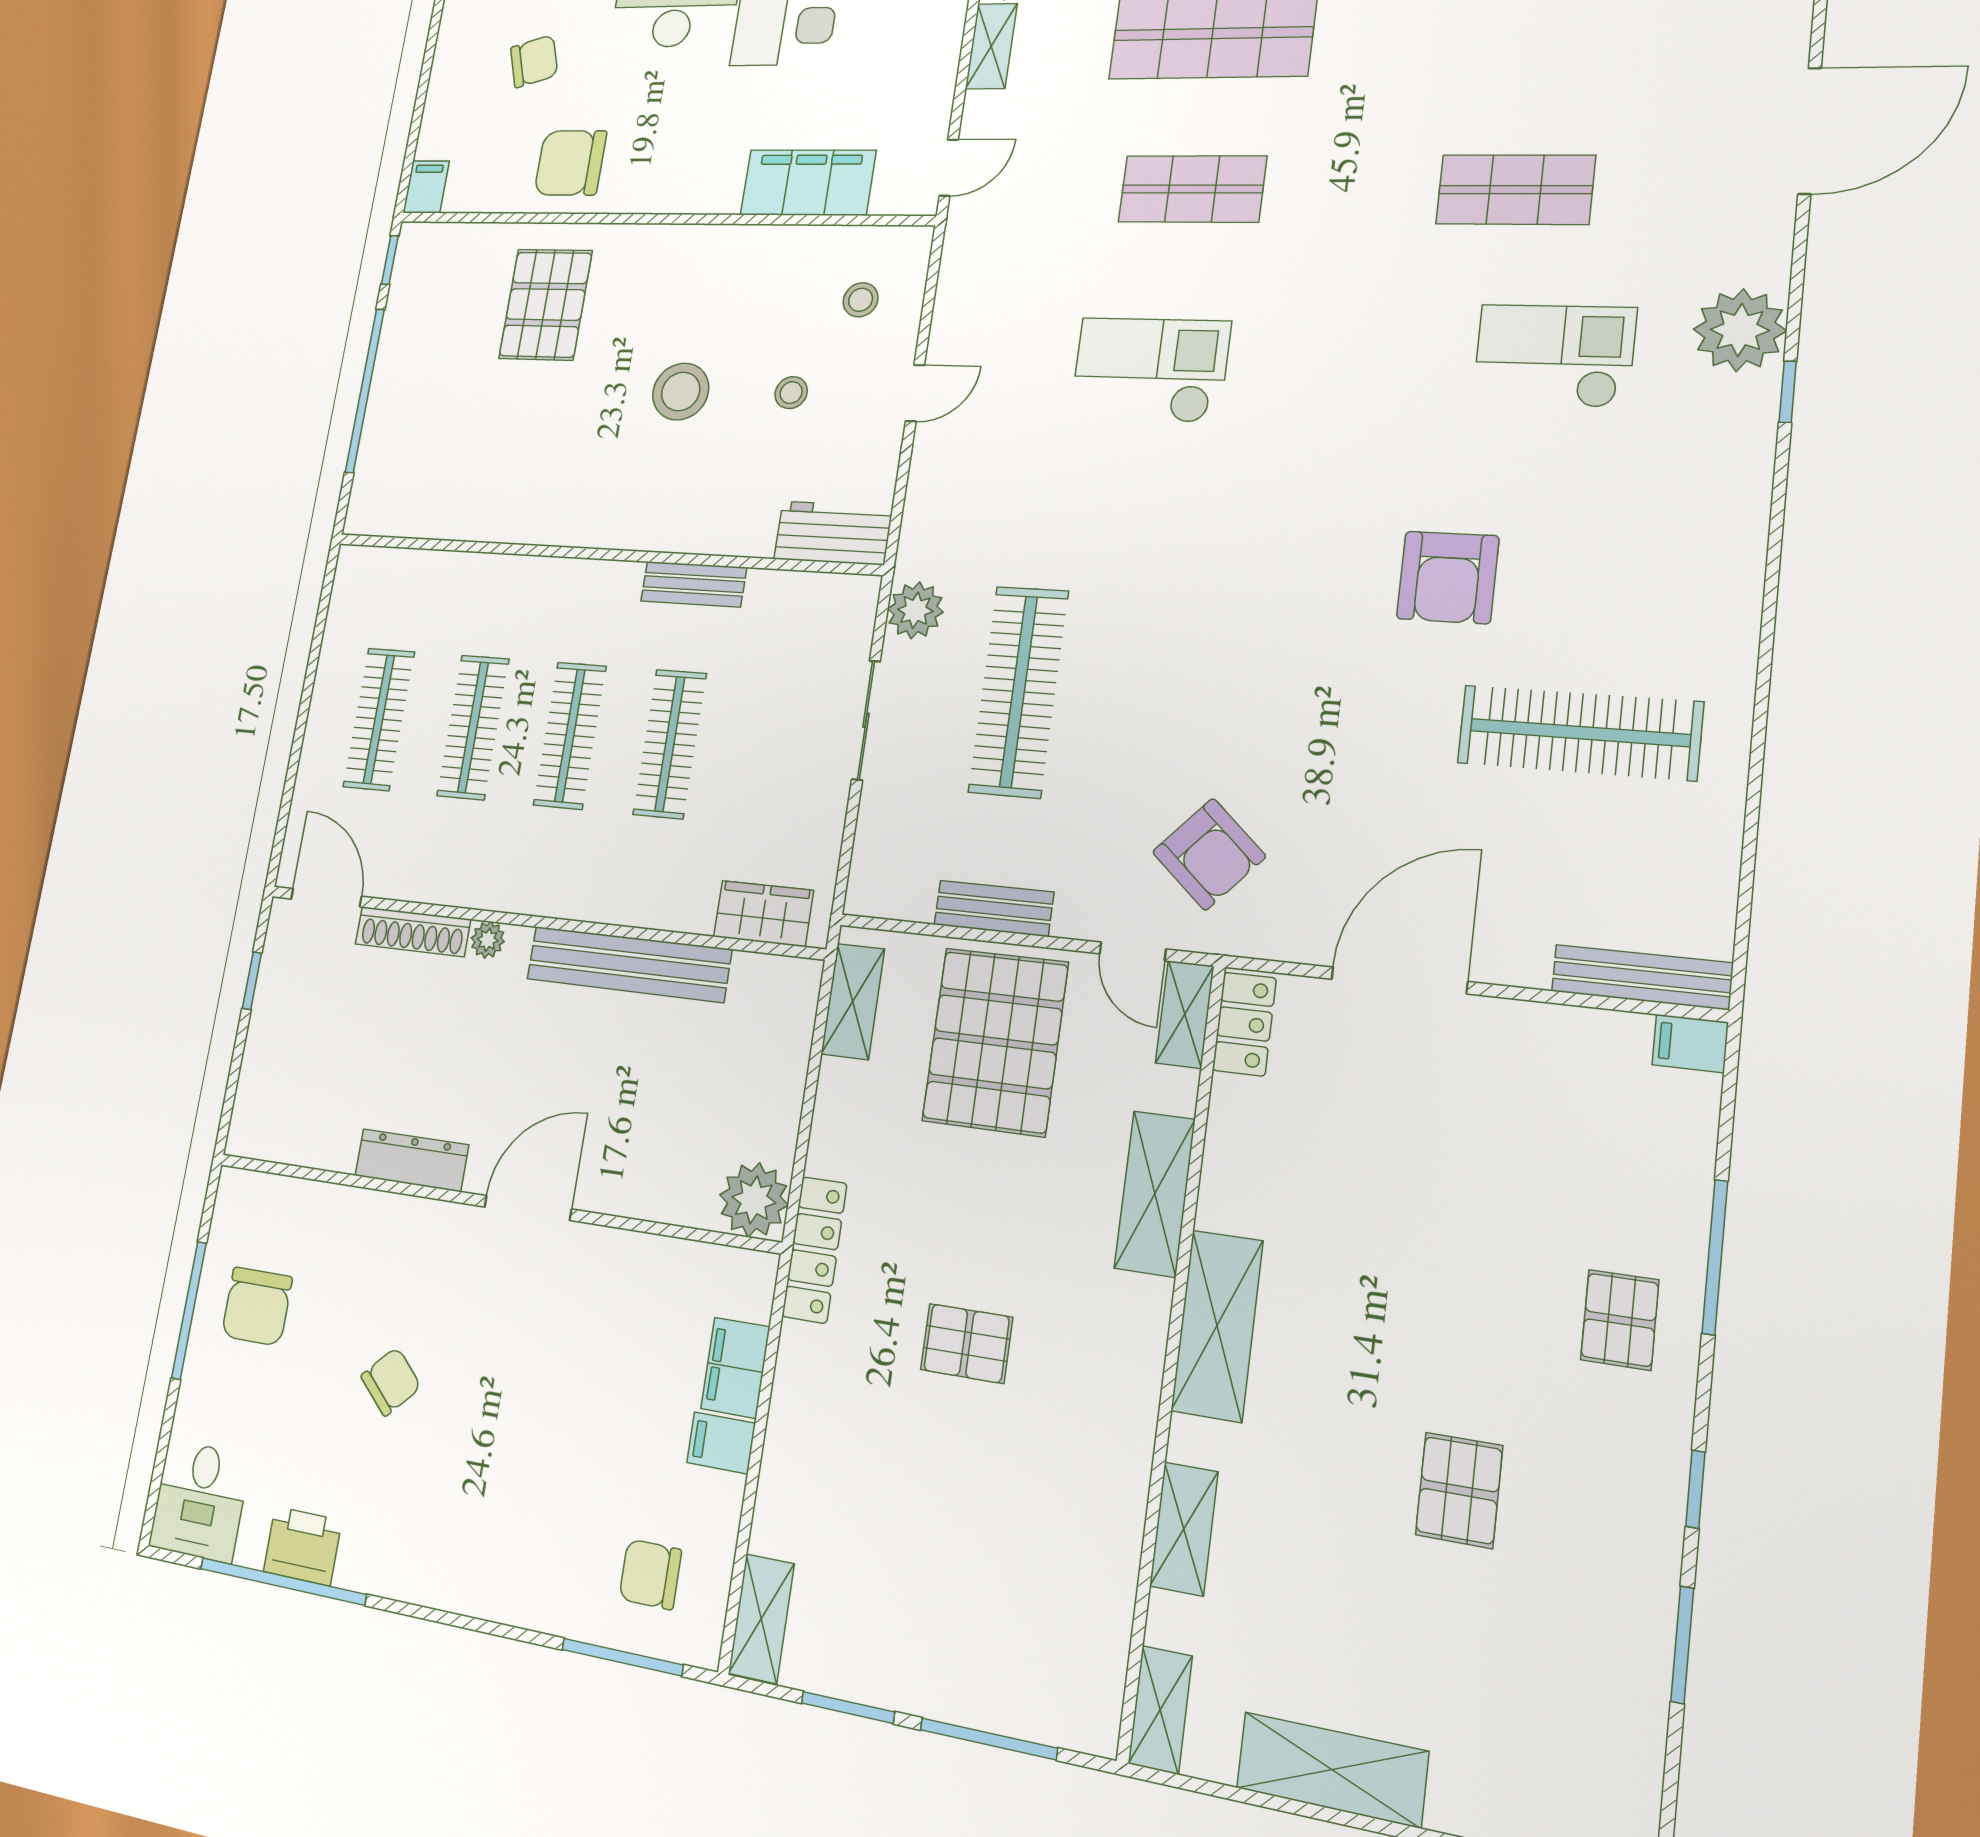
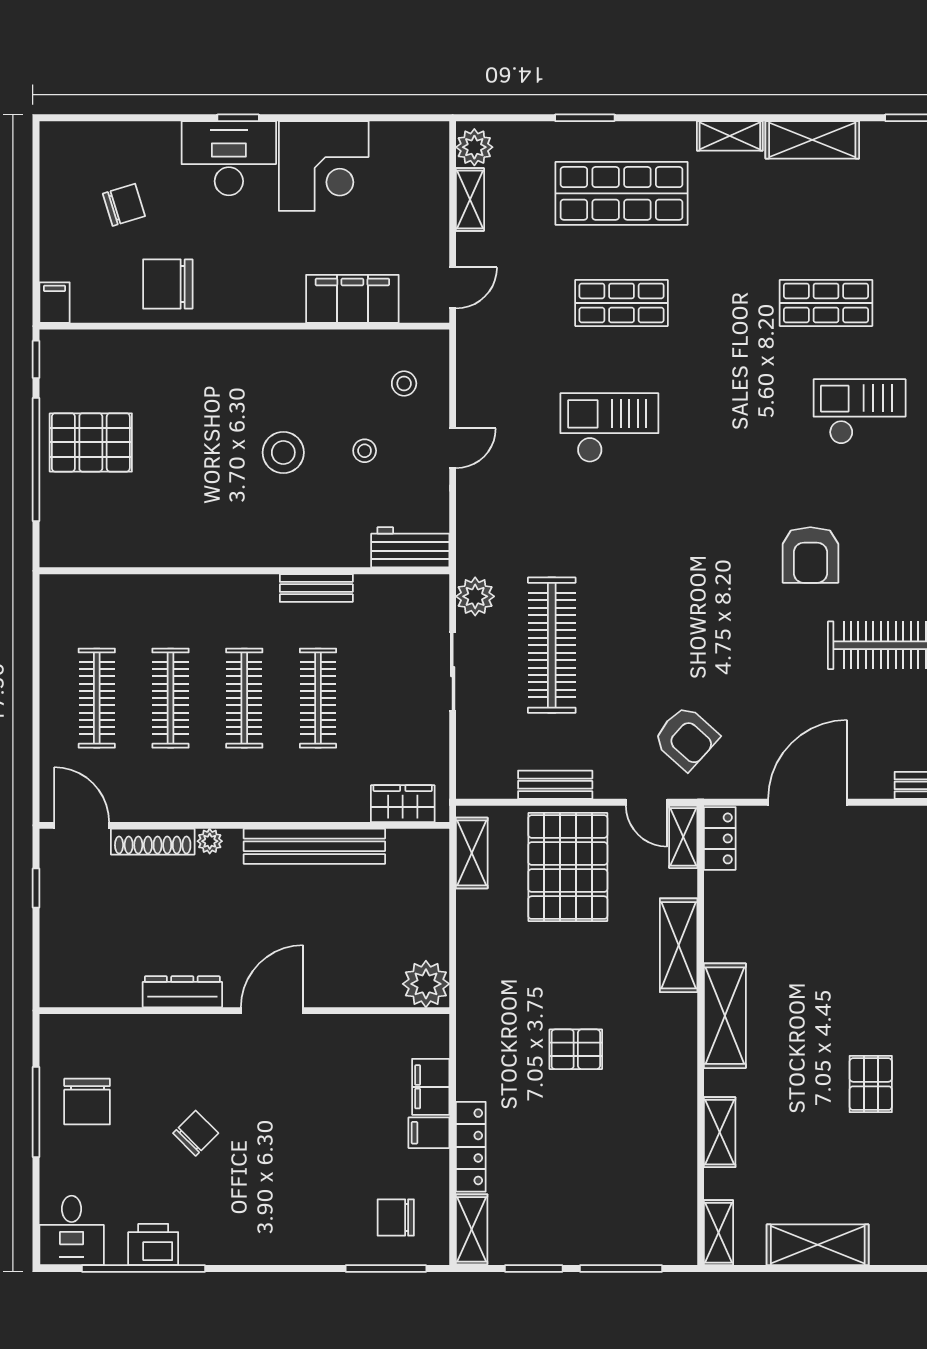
pallet: (545, 305) -> (91, 442), moved, turned 90
locker: (814, 1250) -> (471, 1147), moved

